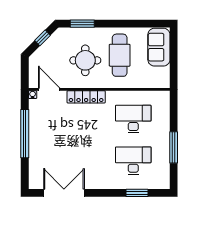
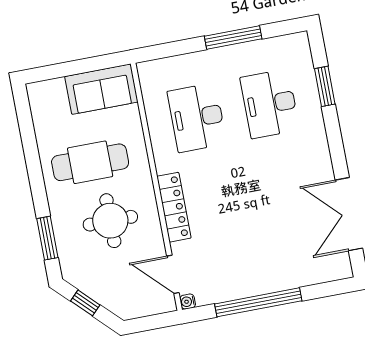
sofa: (159, 47) -> (101, 89), moved
door: (49, 89) -> (173, 274), hinge flipped

